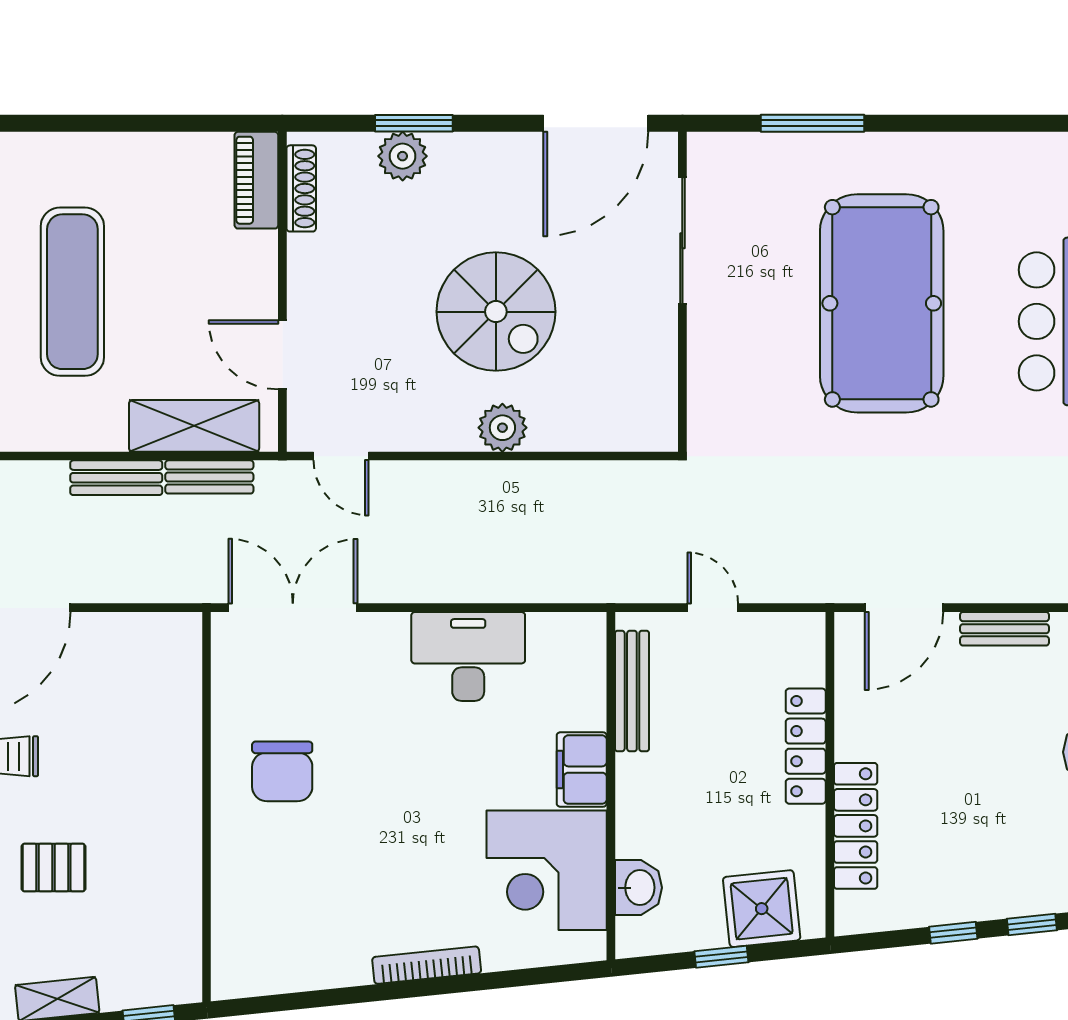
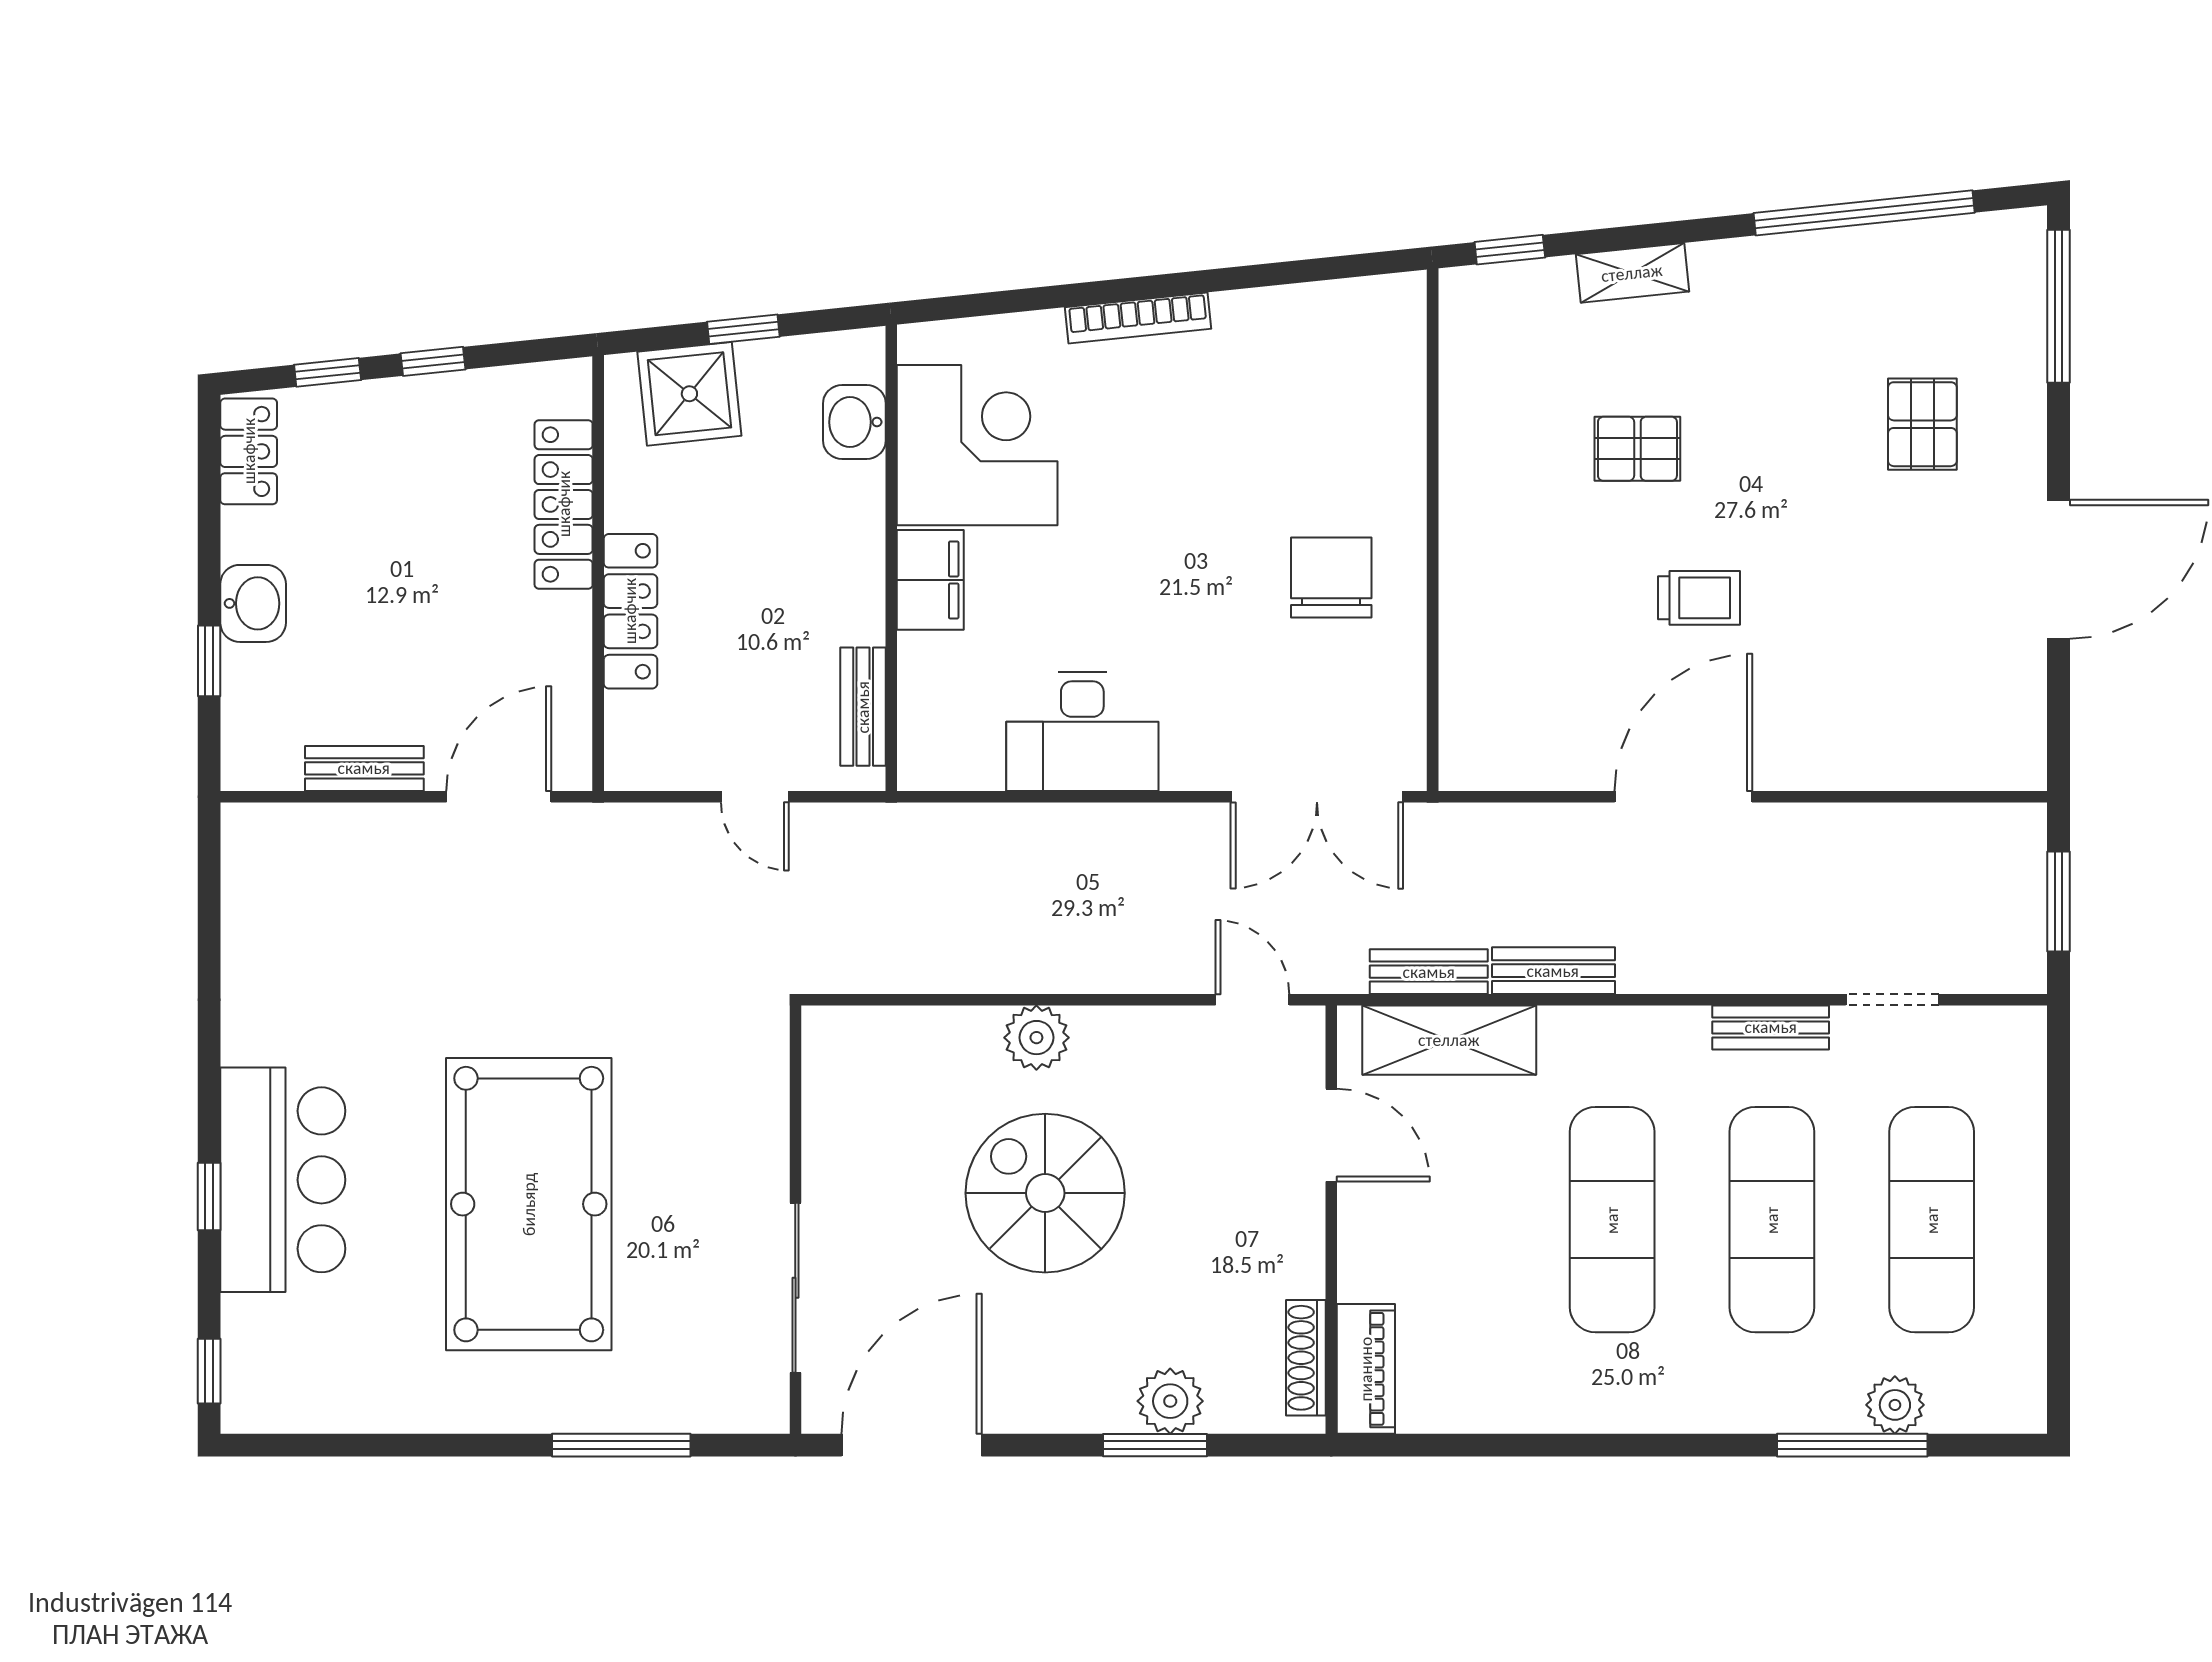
bench: (632, 691) -> (863, 707), width x0.73

